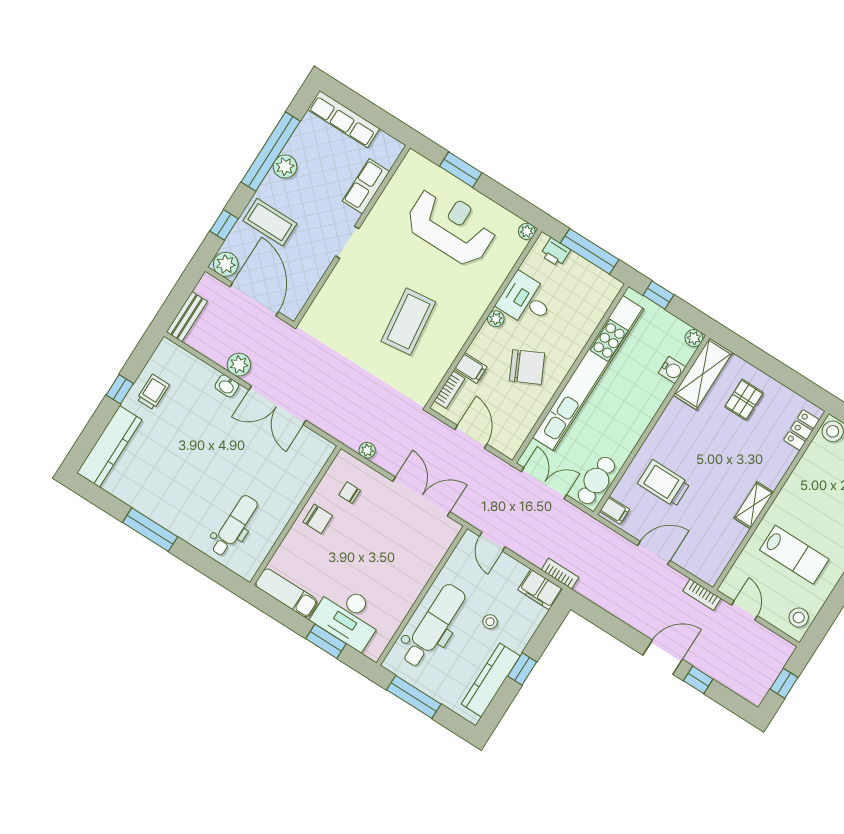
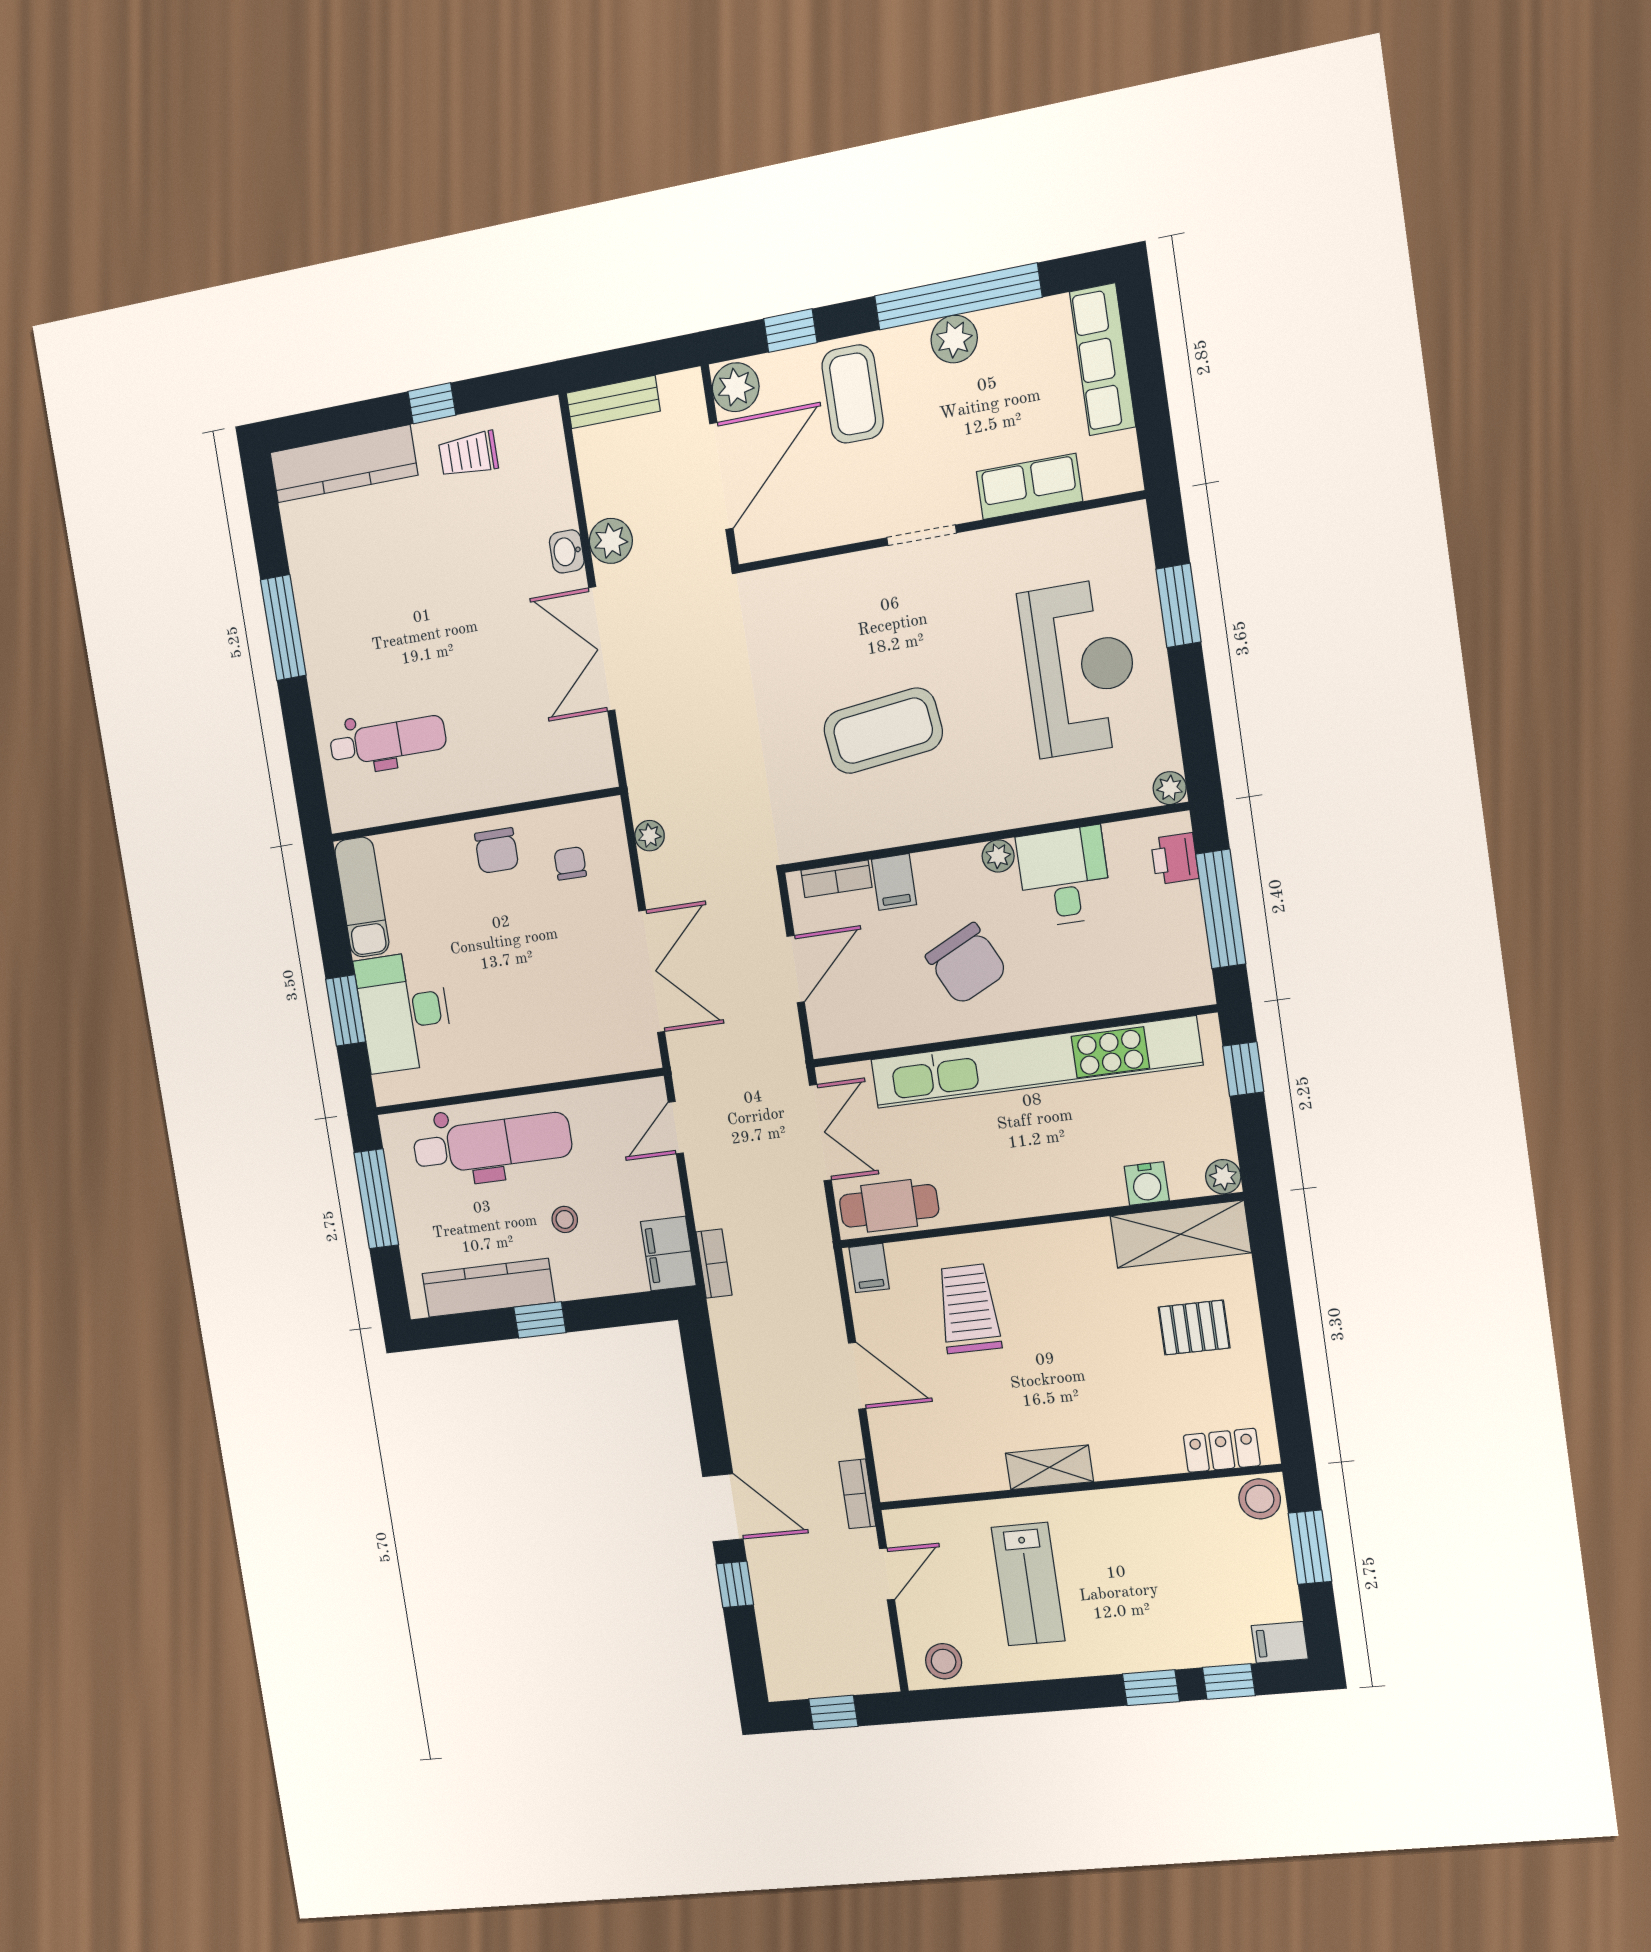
trolley: (153, 392) -> (468, 454), turned 180

